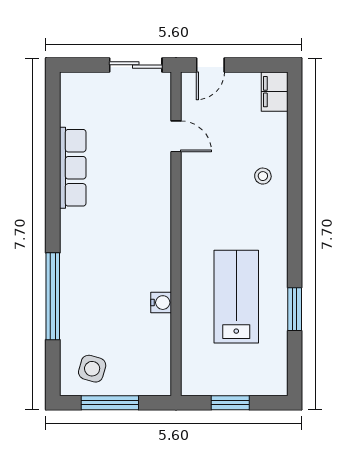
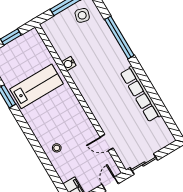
row of seats: (73, 168) -> (141, 94), width x1.36
lab bench: (236, 297) -> (36, 86), turned -90

